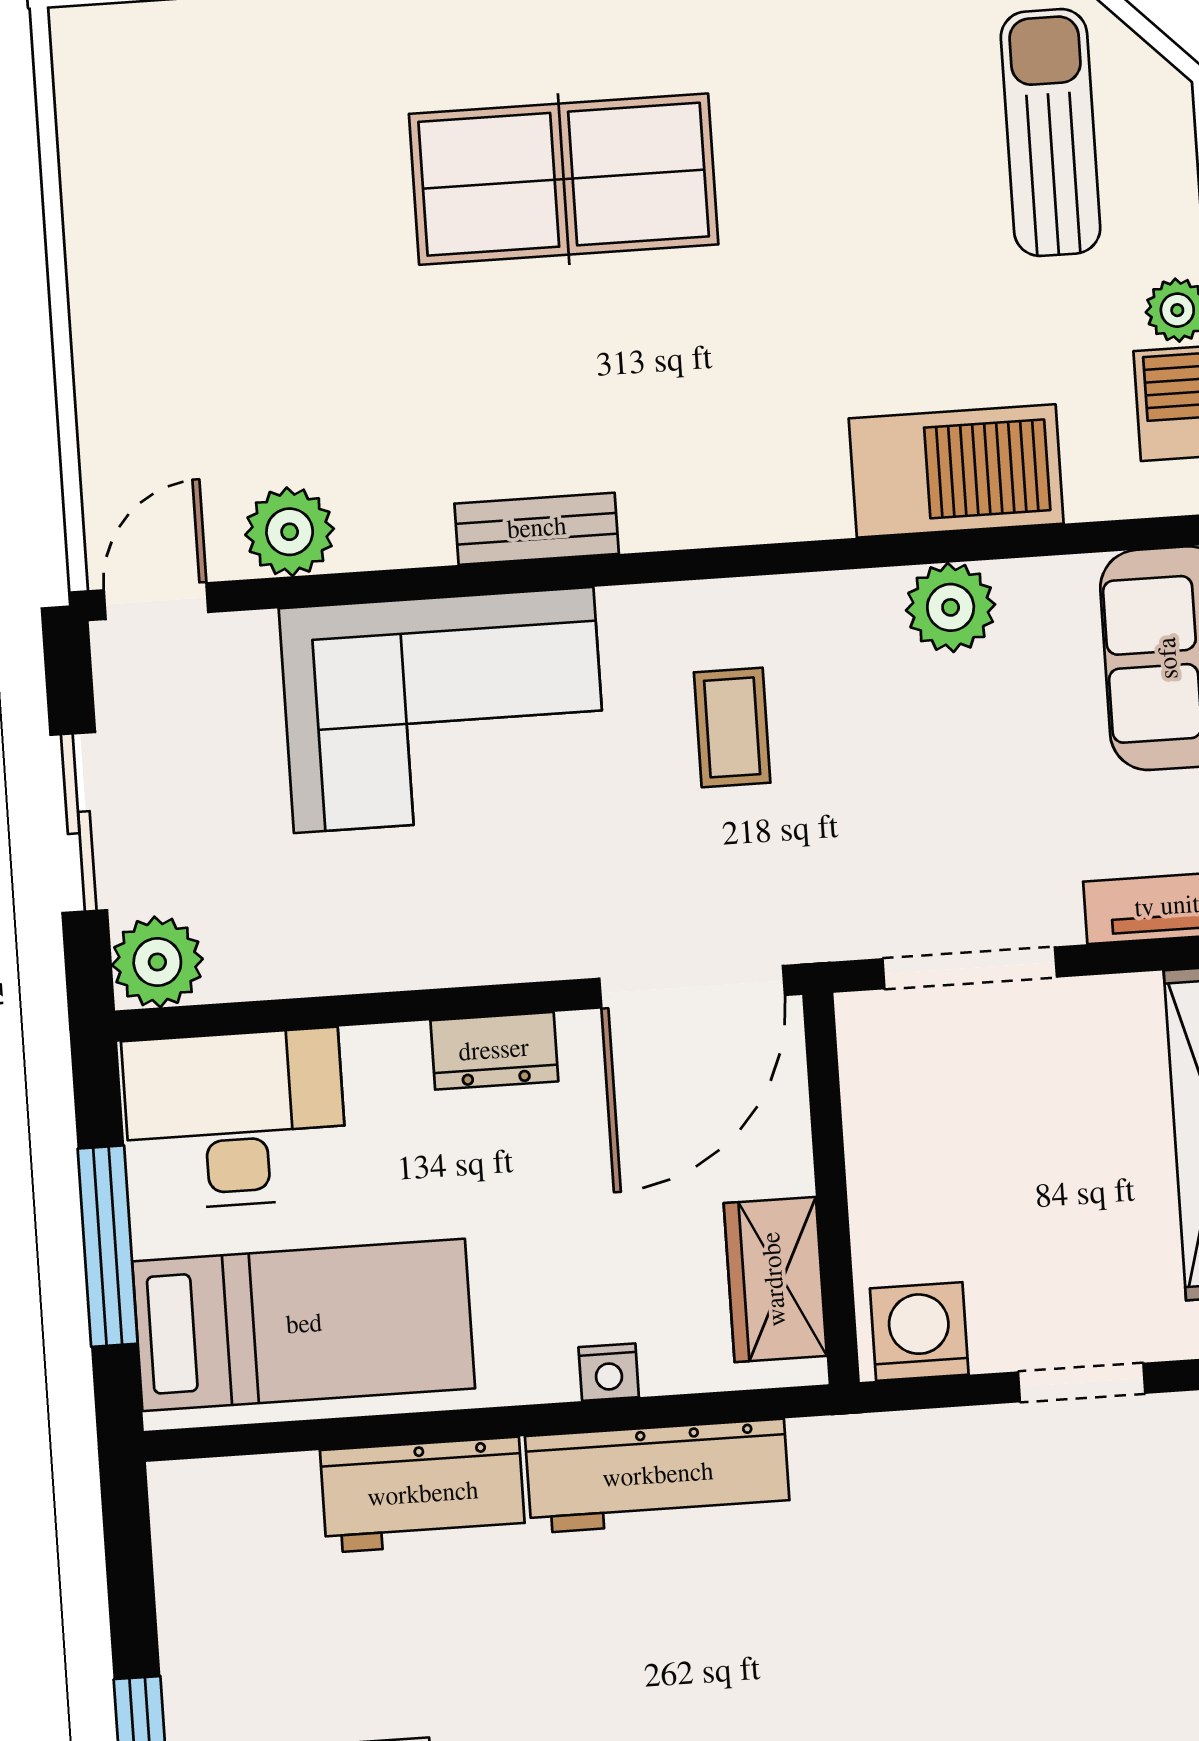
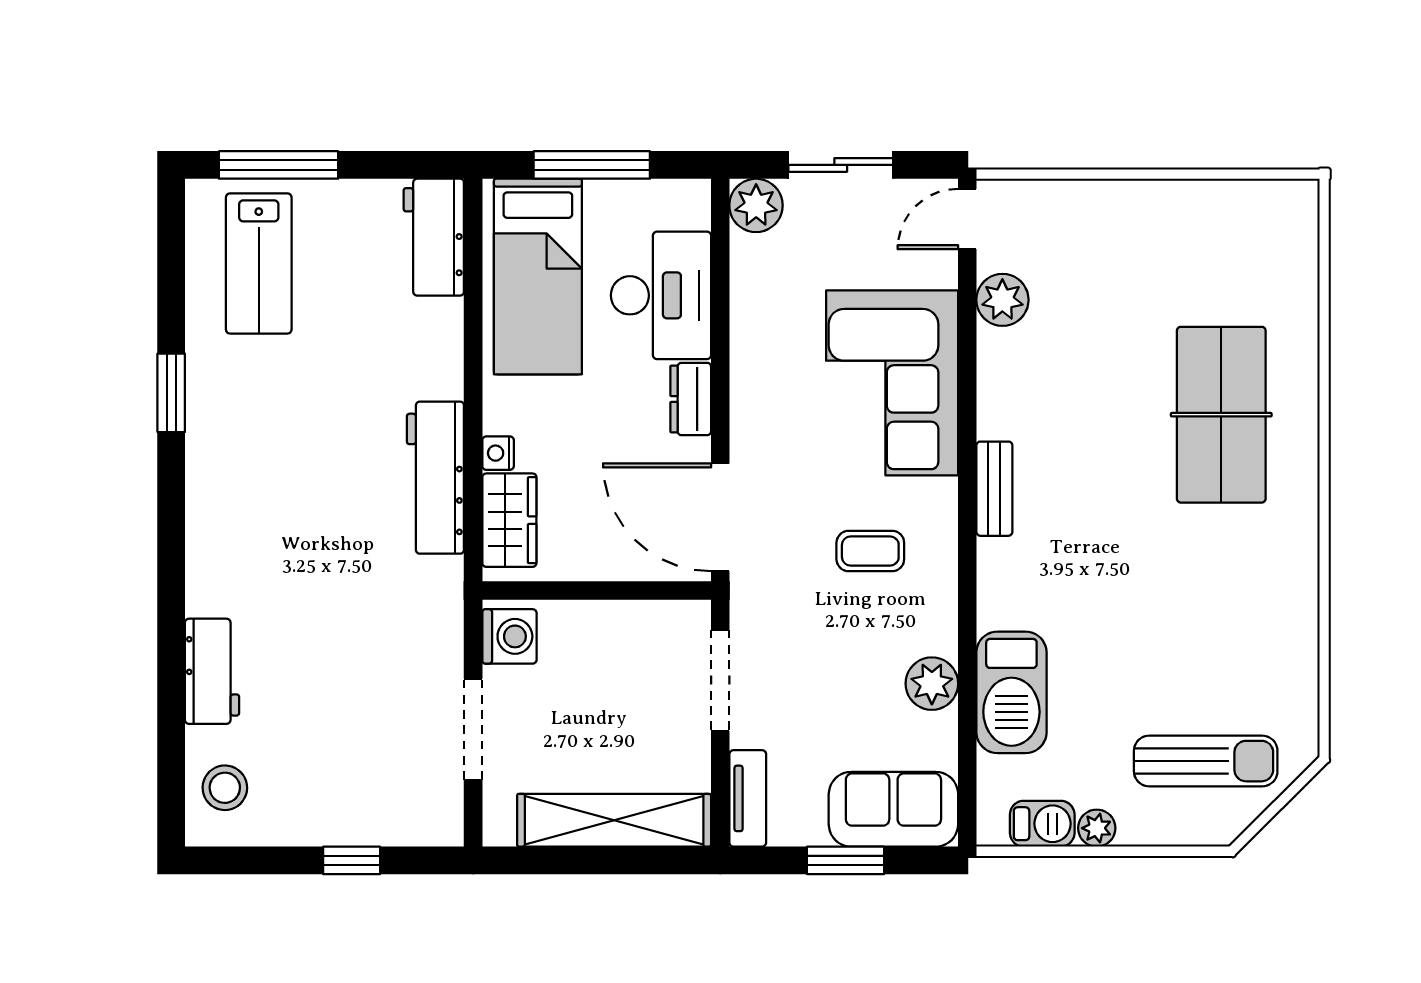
table tennis table: (564, 179) -> (1221, 415), moved
bench: (537, 529) -> (994, 489), moved
door: (156, 601) -> (967, 219), swing flipped
desk: (235, 1119) -> (661, 295), moved
wardrobe: (775, 1279) -> (509, 520), moved, turned 90
doorway: (1082, 1383) -> (473, 729), width x1.38
workbench: (423, 1495) -> (434, 237), moved

